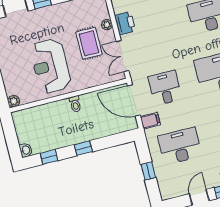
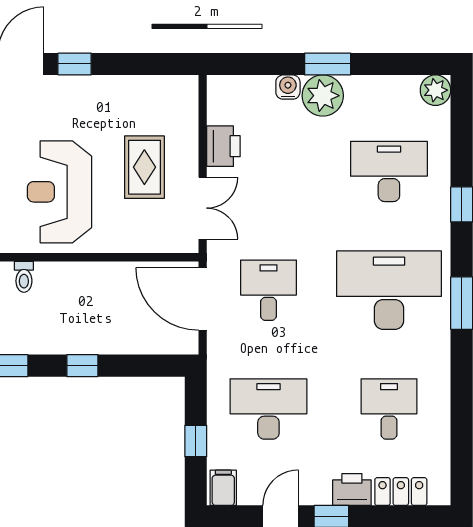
plant: (107, 25) -> (188, 140), removed
double door: (123, 56) -> (203, 208), swing flipped
toilet: (75, 104) -> (24, 277), moved
filing cabinet: (150, 121) -> (223, 488), moved, turned -90

